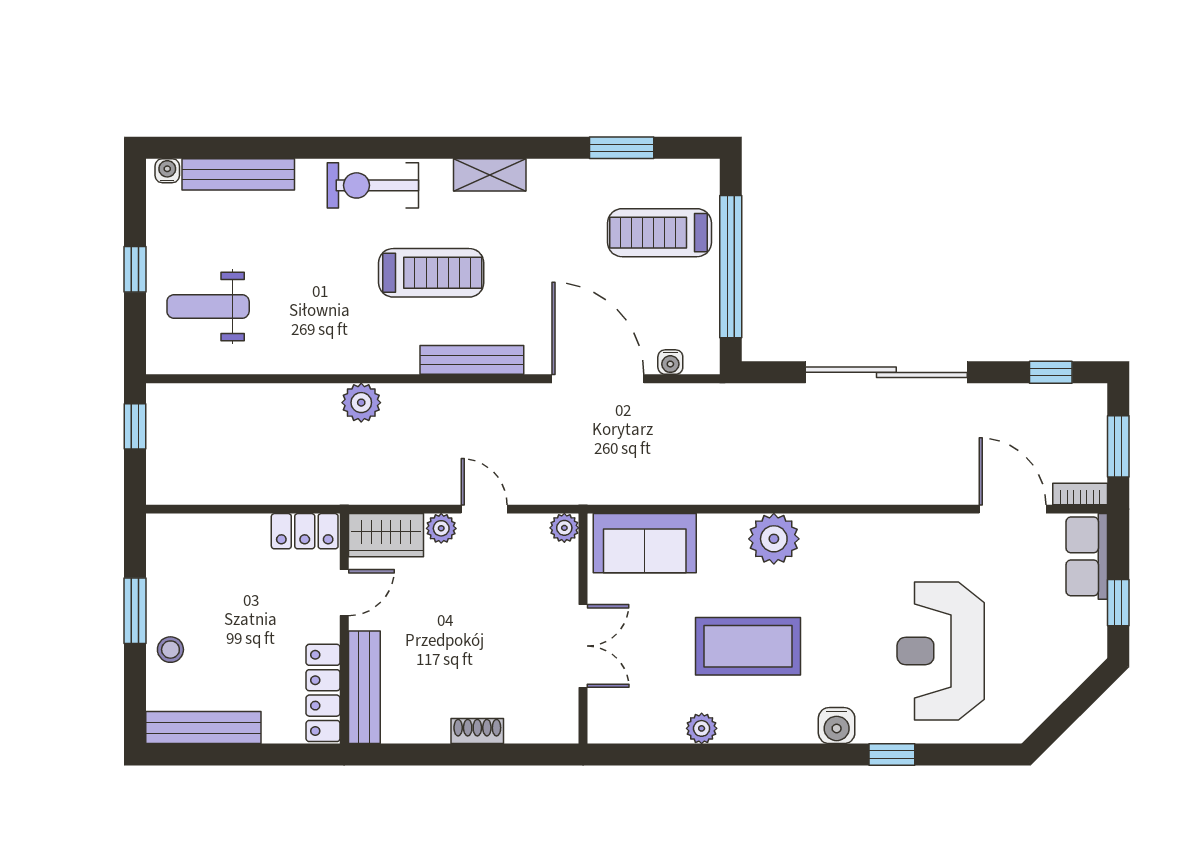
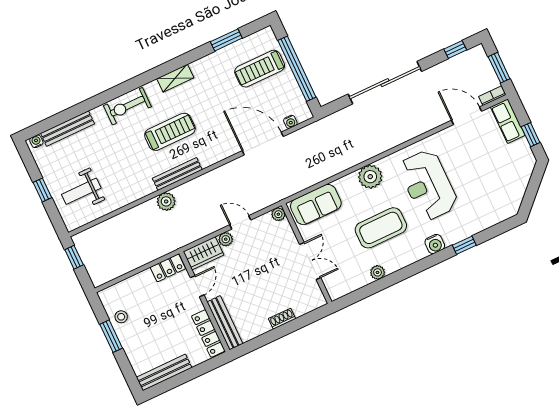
bench: (472, 360) -> (177, 174), moved
stool: (170, 650) -> (121, 317), moved
reception desk: (941, 651) -> (428, 185), moved

